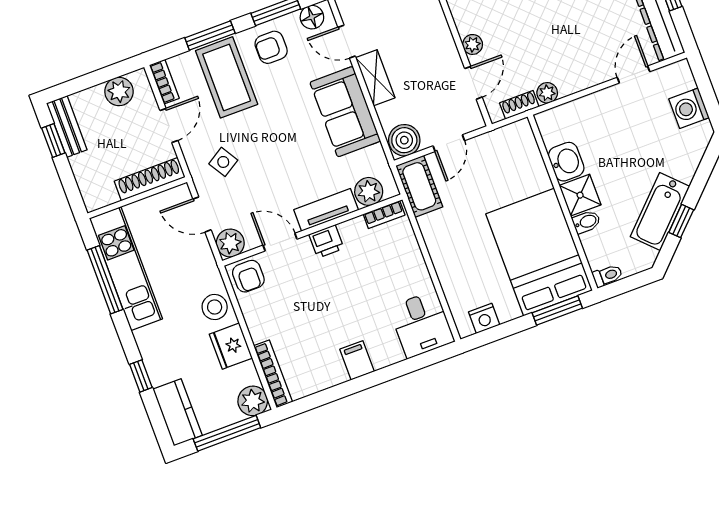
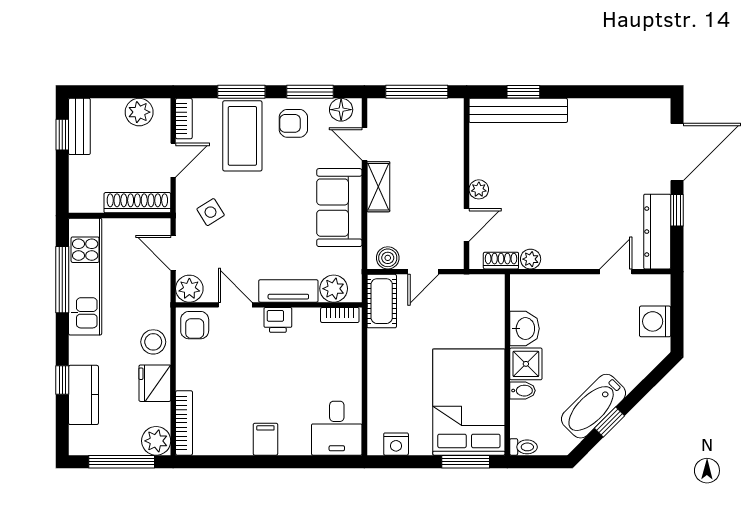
boiler: (404, 140) -> (388, 258), width x0.73, depth x0.73
kitchen counter: (177, 412) -> (83, 395), moved

